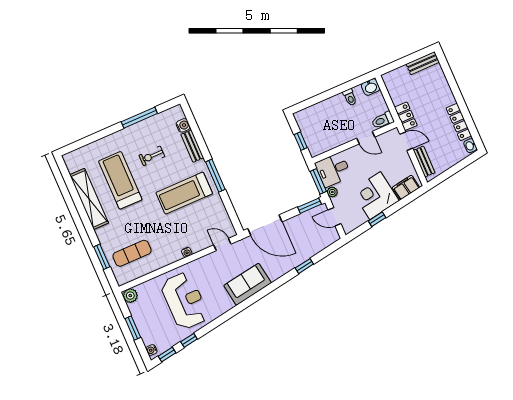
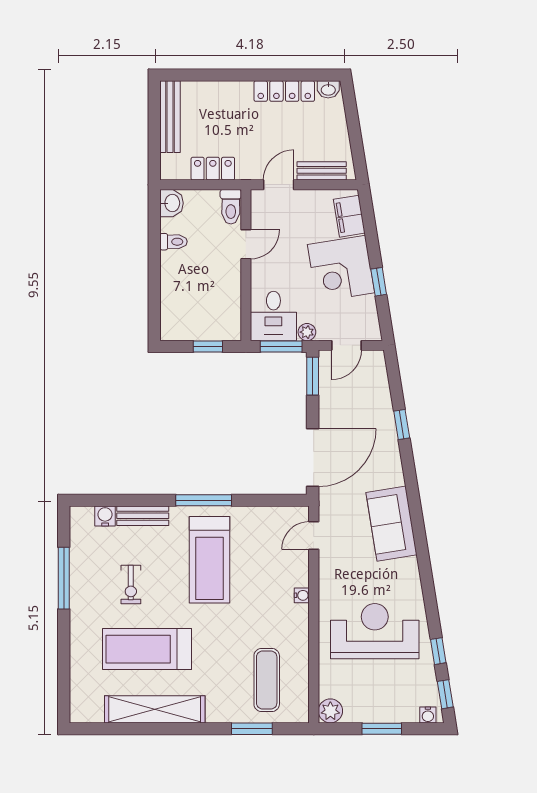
bench: (423, 63) -> (170, 117), width x1.36
locker: (406, 116) -> (213, 169), moved

